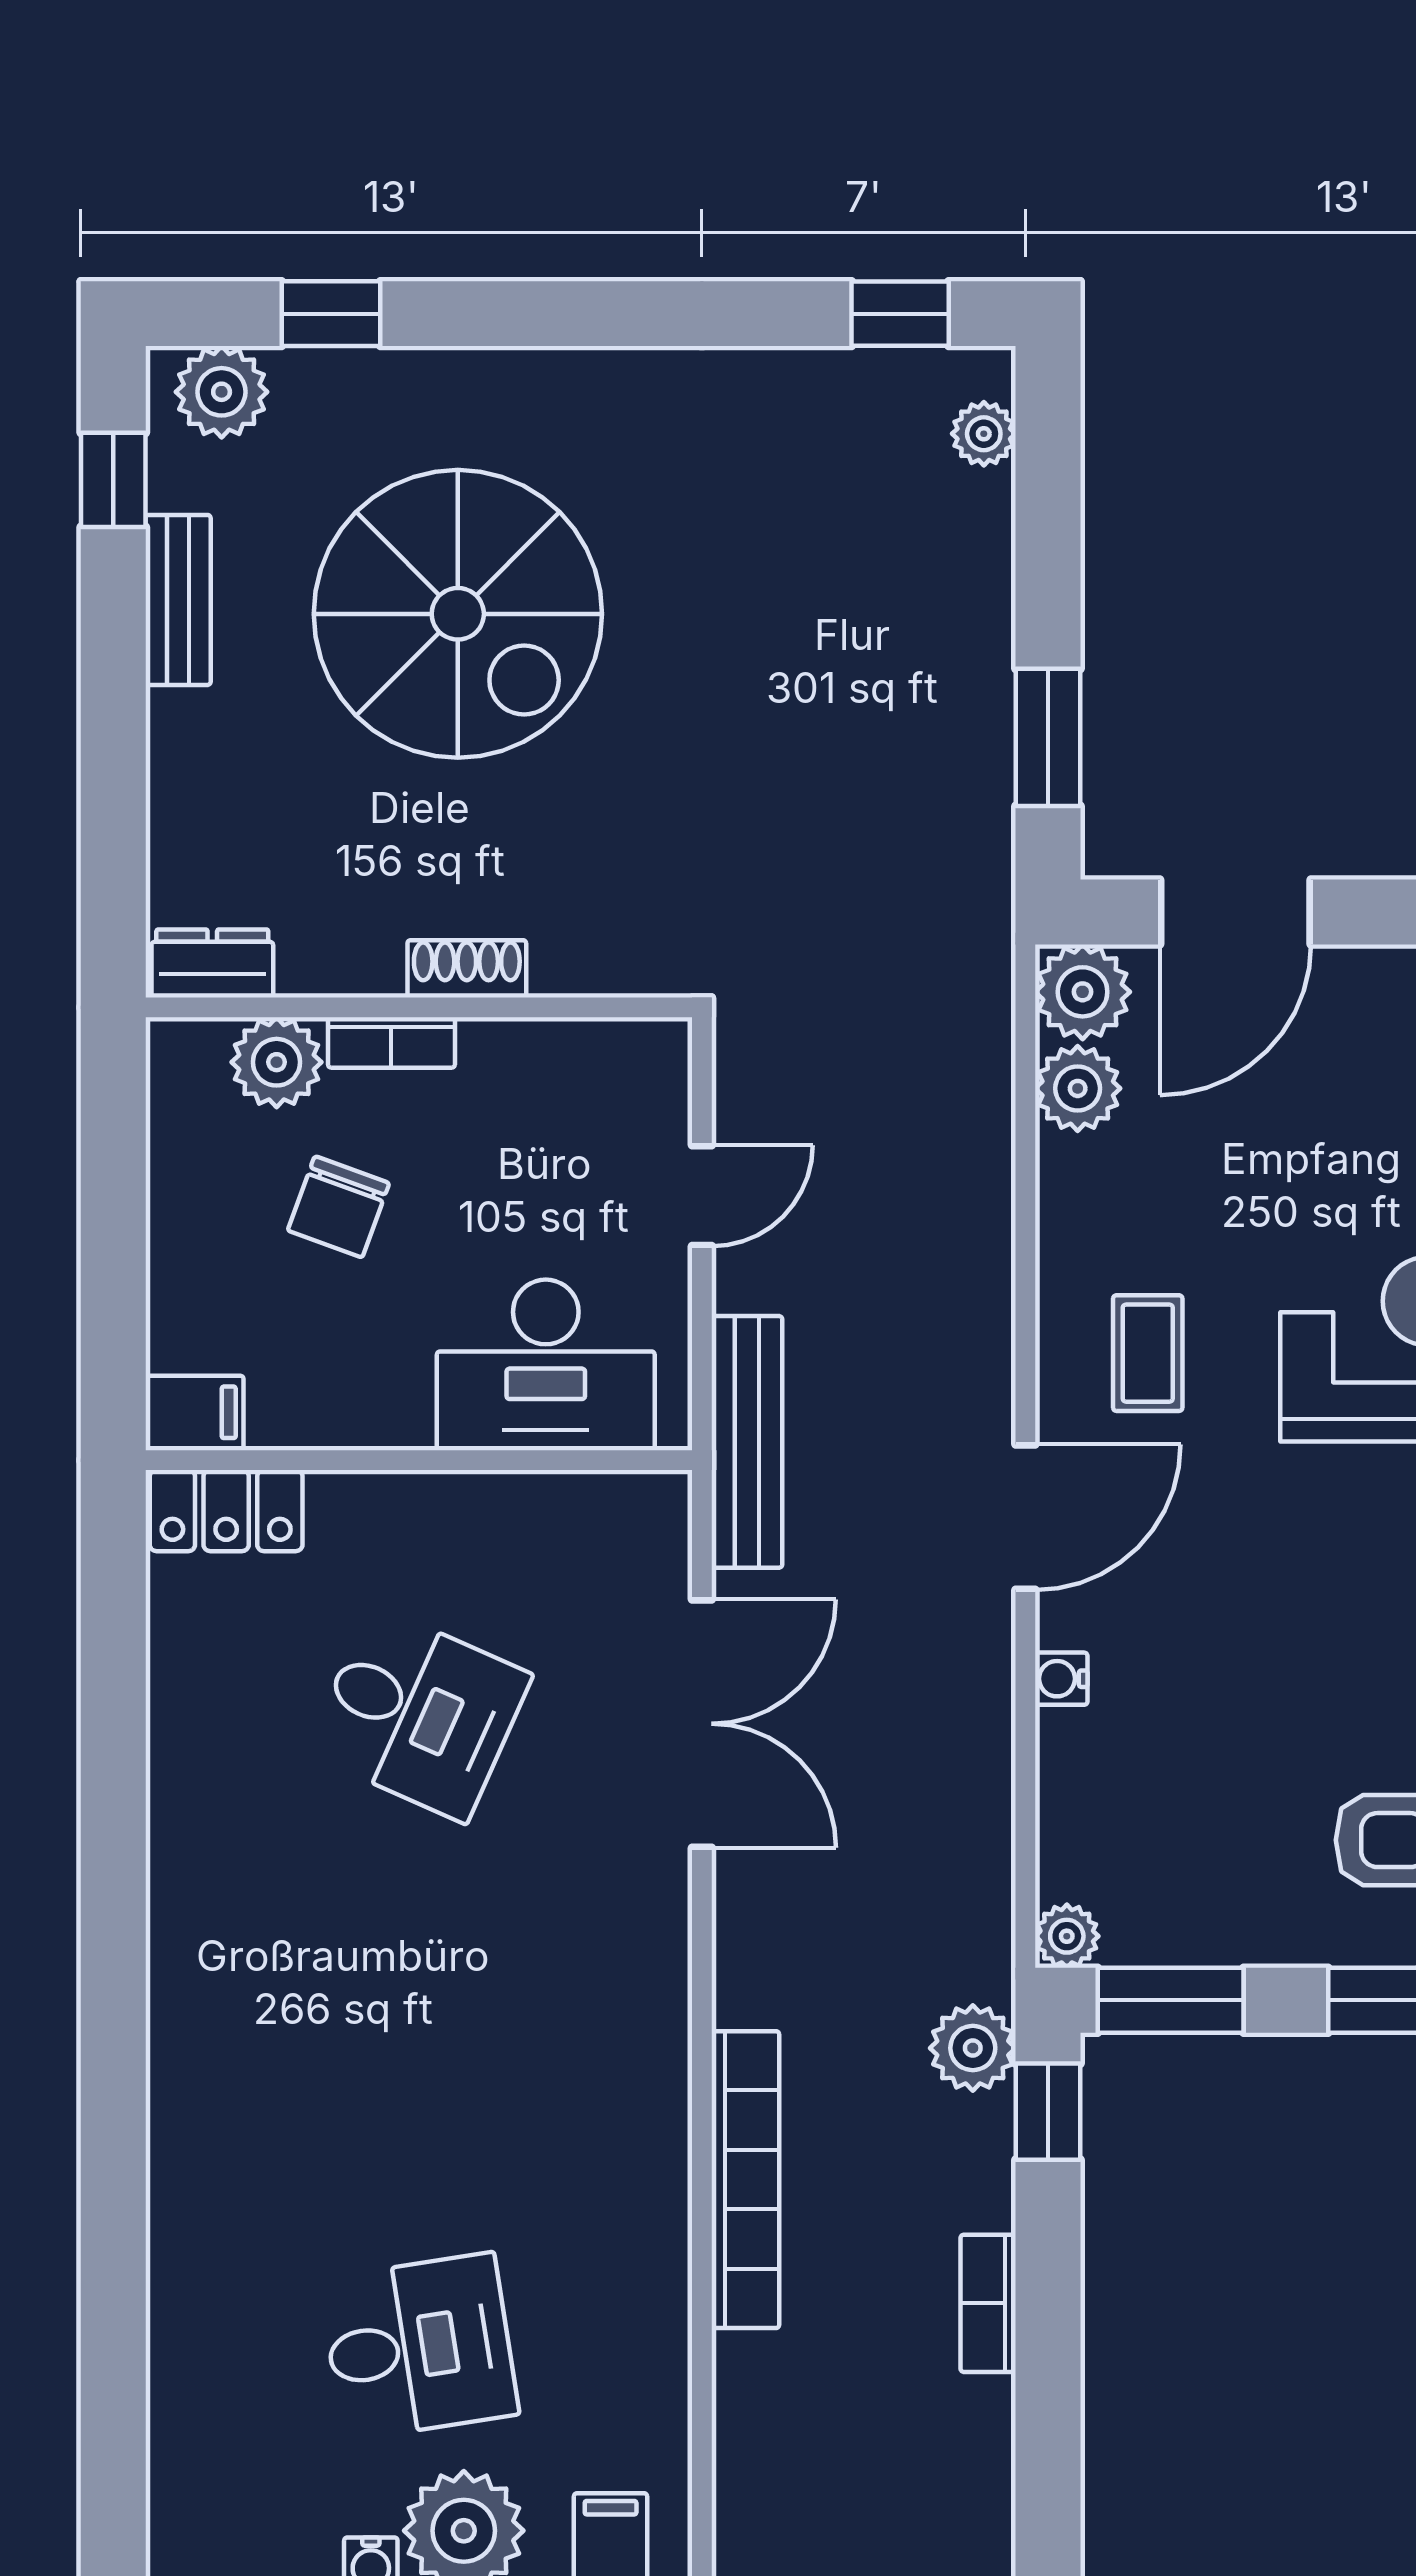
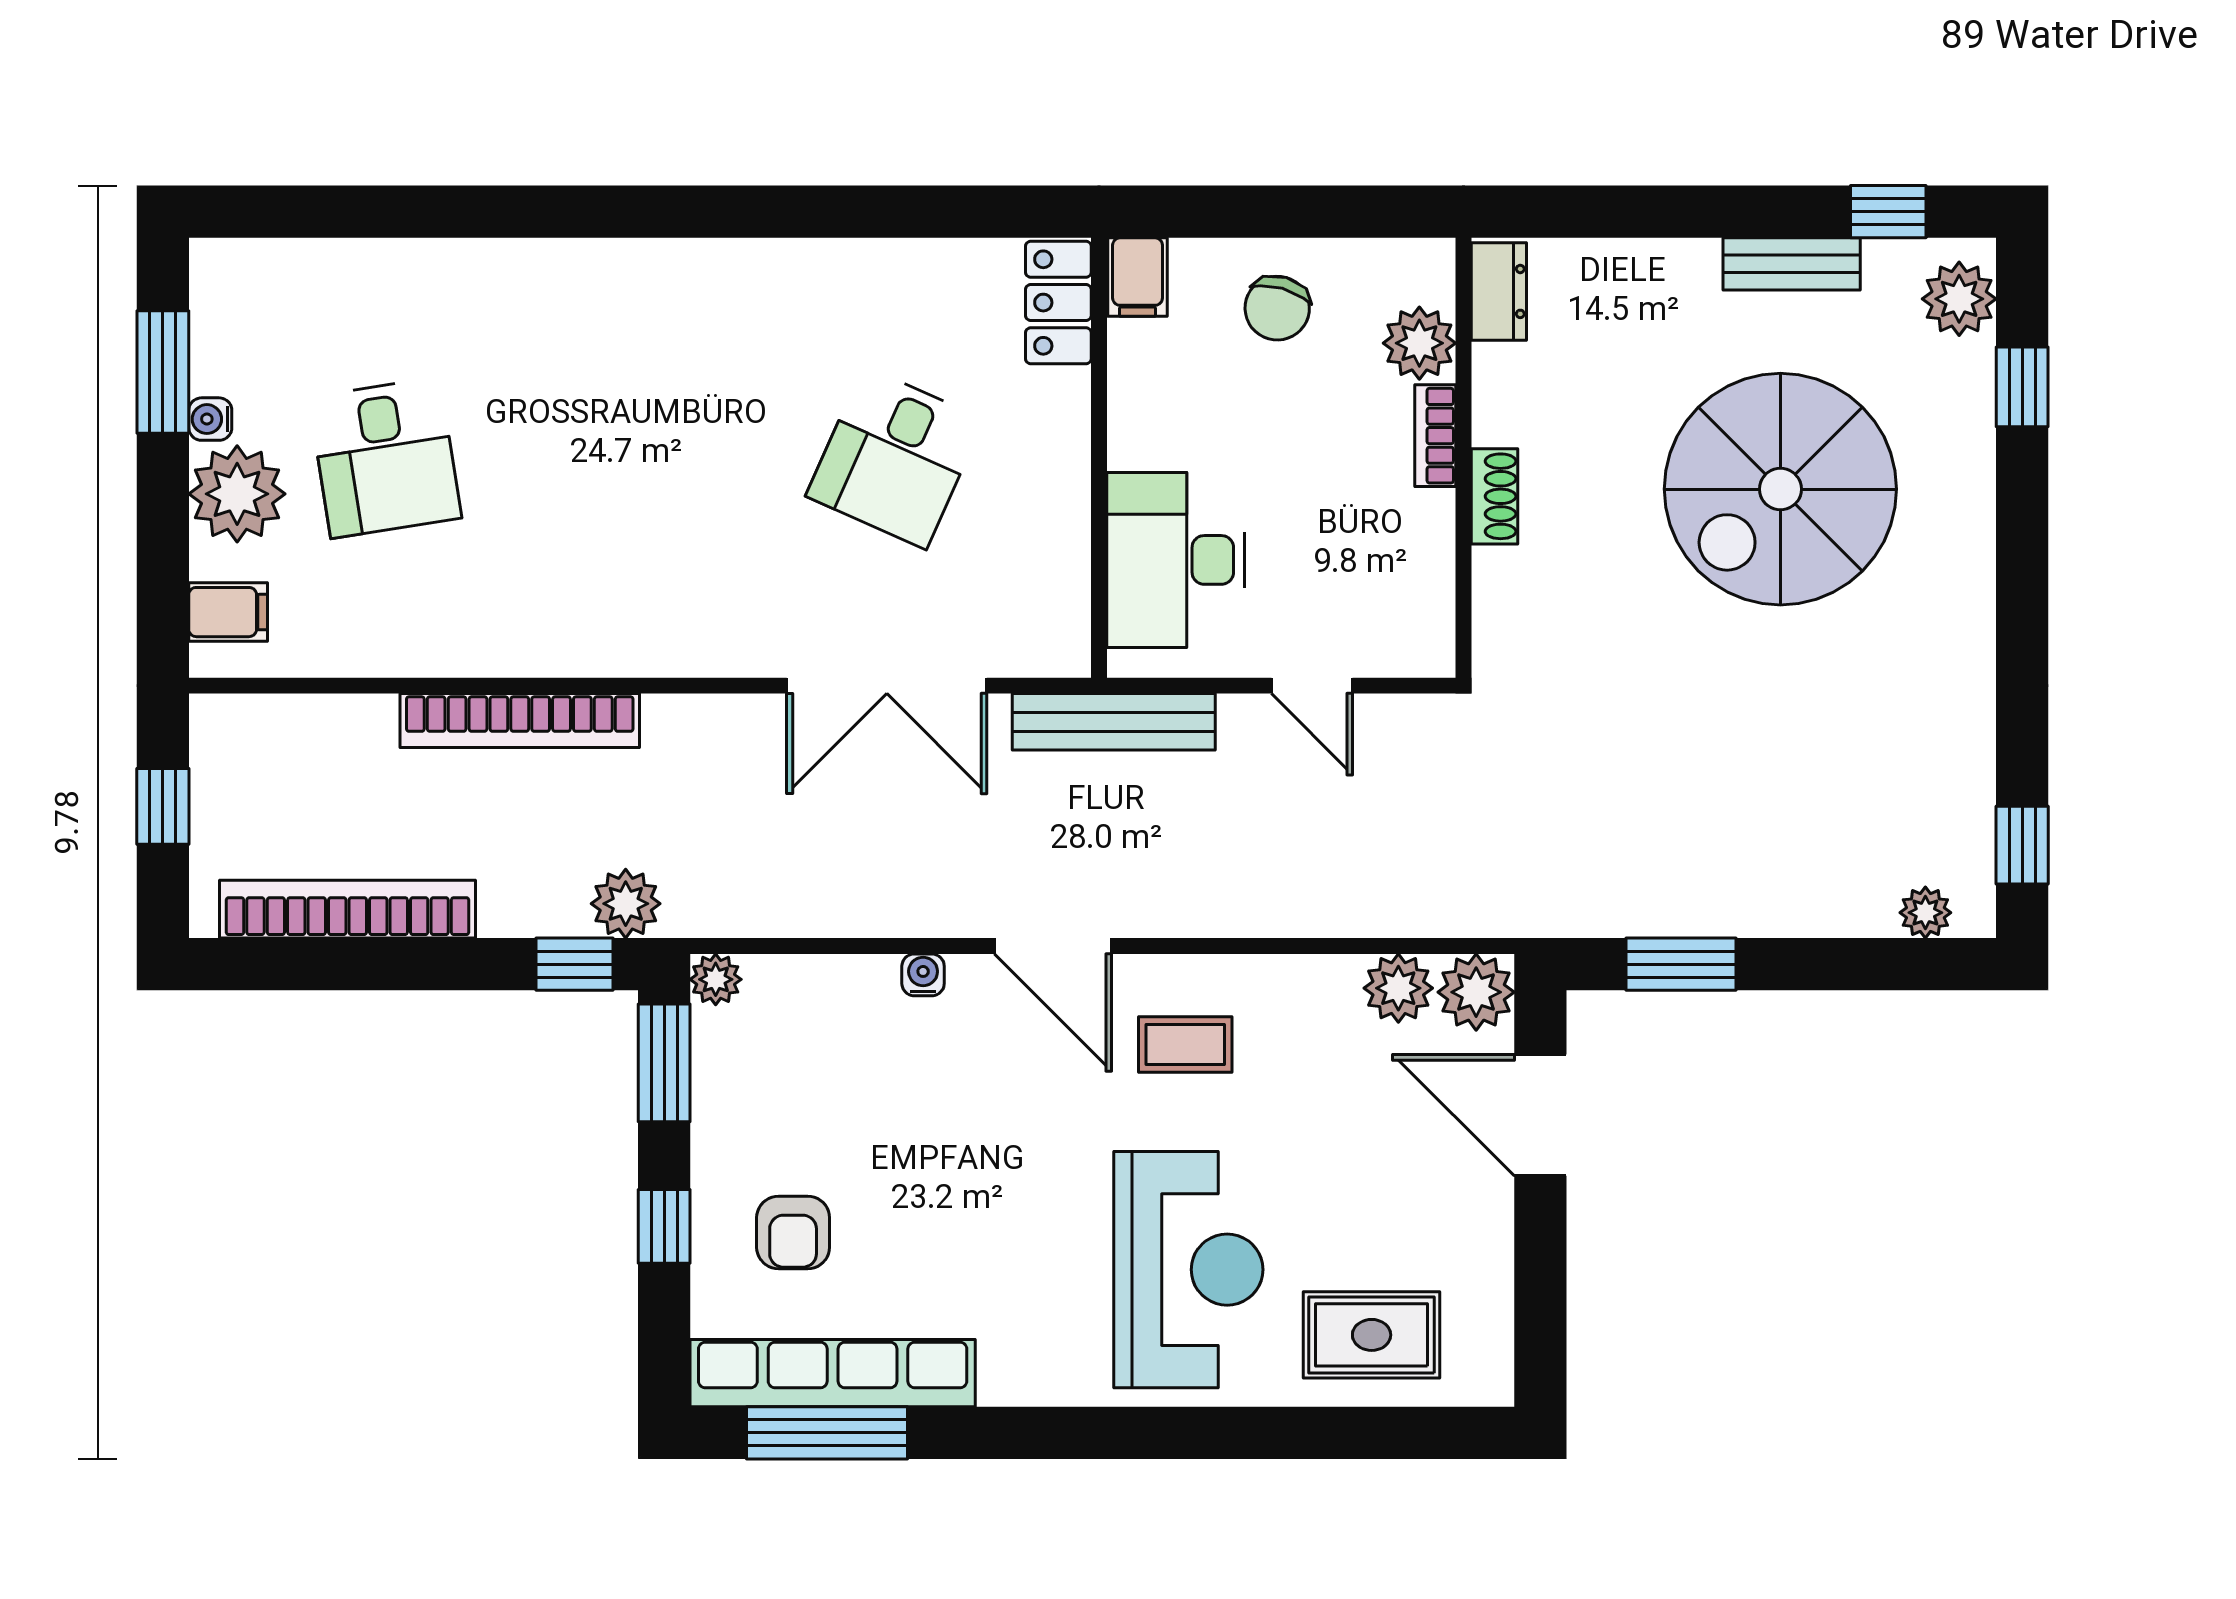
chair: (338, 1207) -> (1277, 308), moved, turned -94
bookcase: (988, 2303) -> (348, 909), width x2.31, depth x1.31

